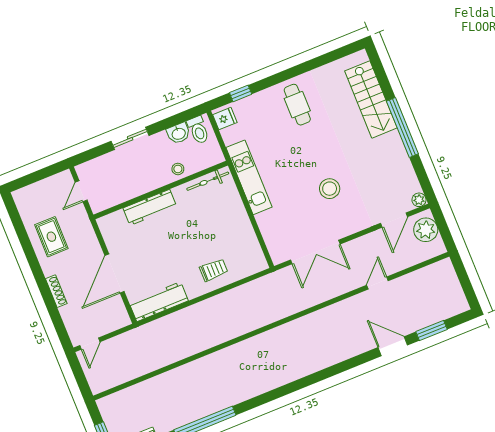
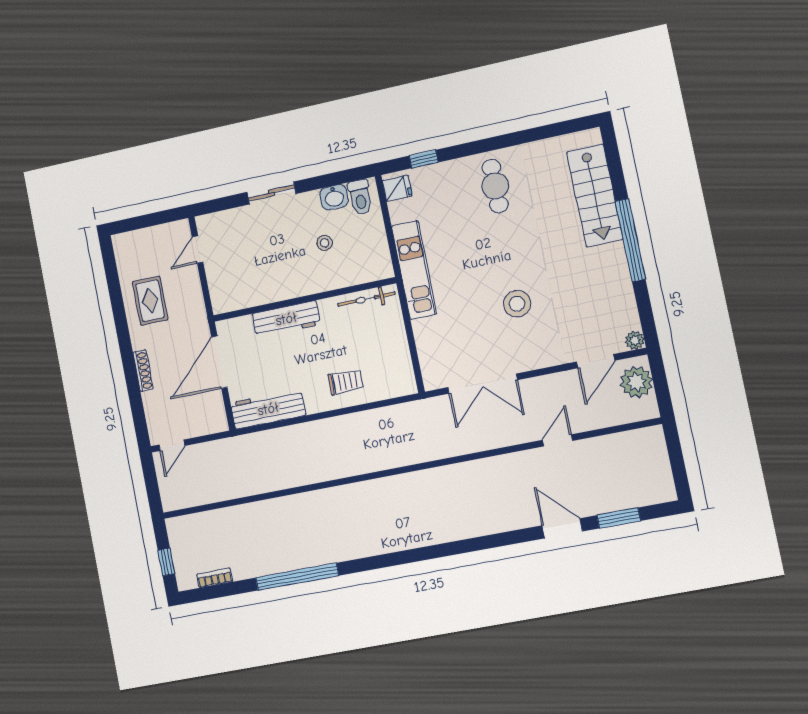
bicycle: (208, 181) -> (366, 299), moved
wall: (161, 190) -> (304, 299), moved
workbench: (150, 207) -> (286, 319), moved

